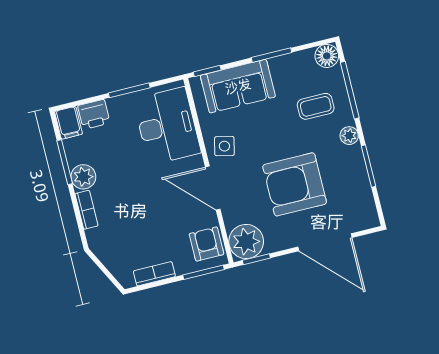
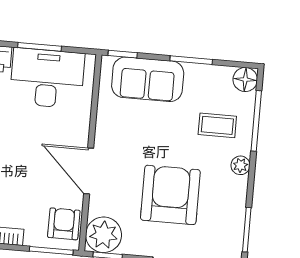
desk: (167, 126) -> (47, 78), moved, turned -90
side table: (224, 146) -> (114, 134), removed
window: (369, 166) -> (247, 230), moved
armchair: (295, 184) -> (170, 195), turned 90

